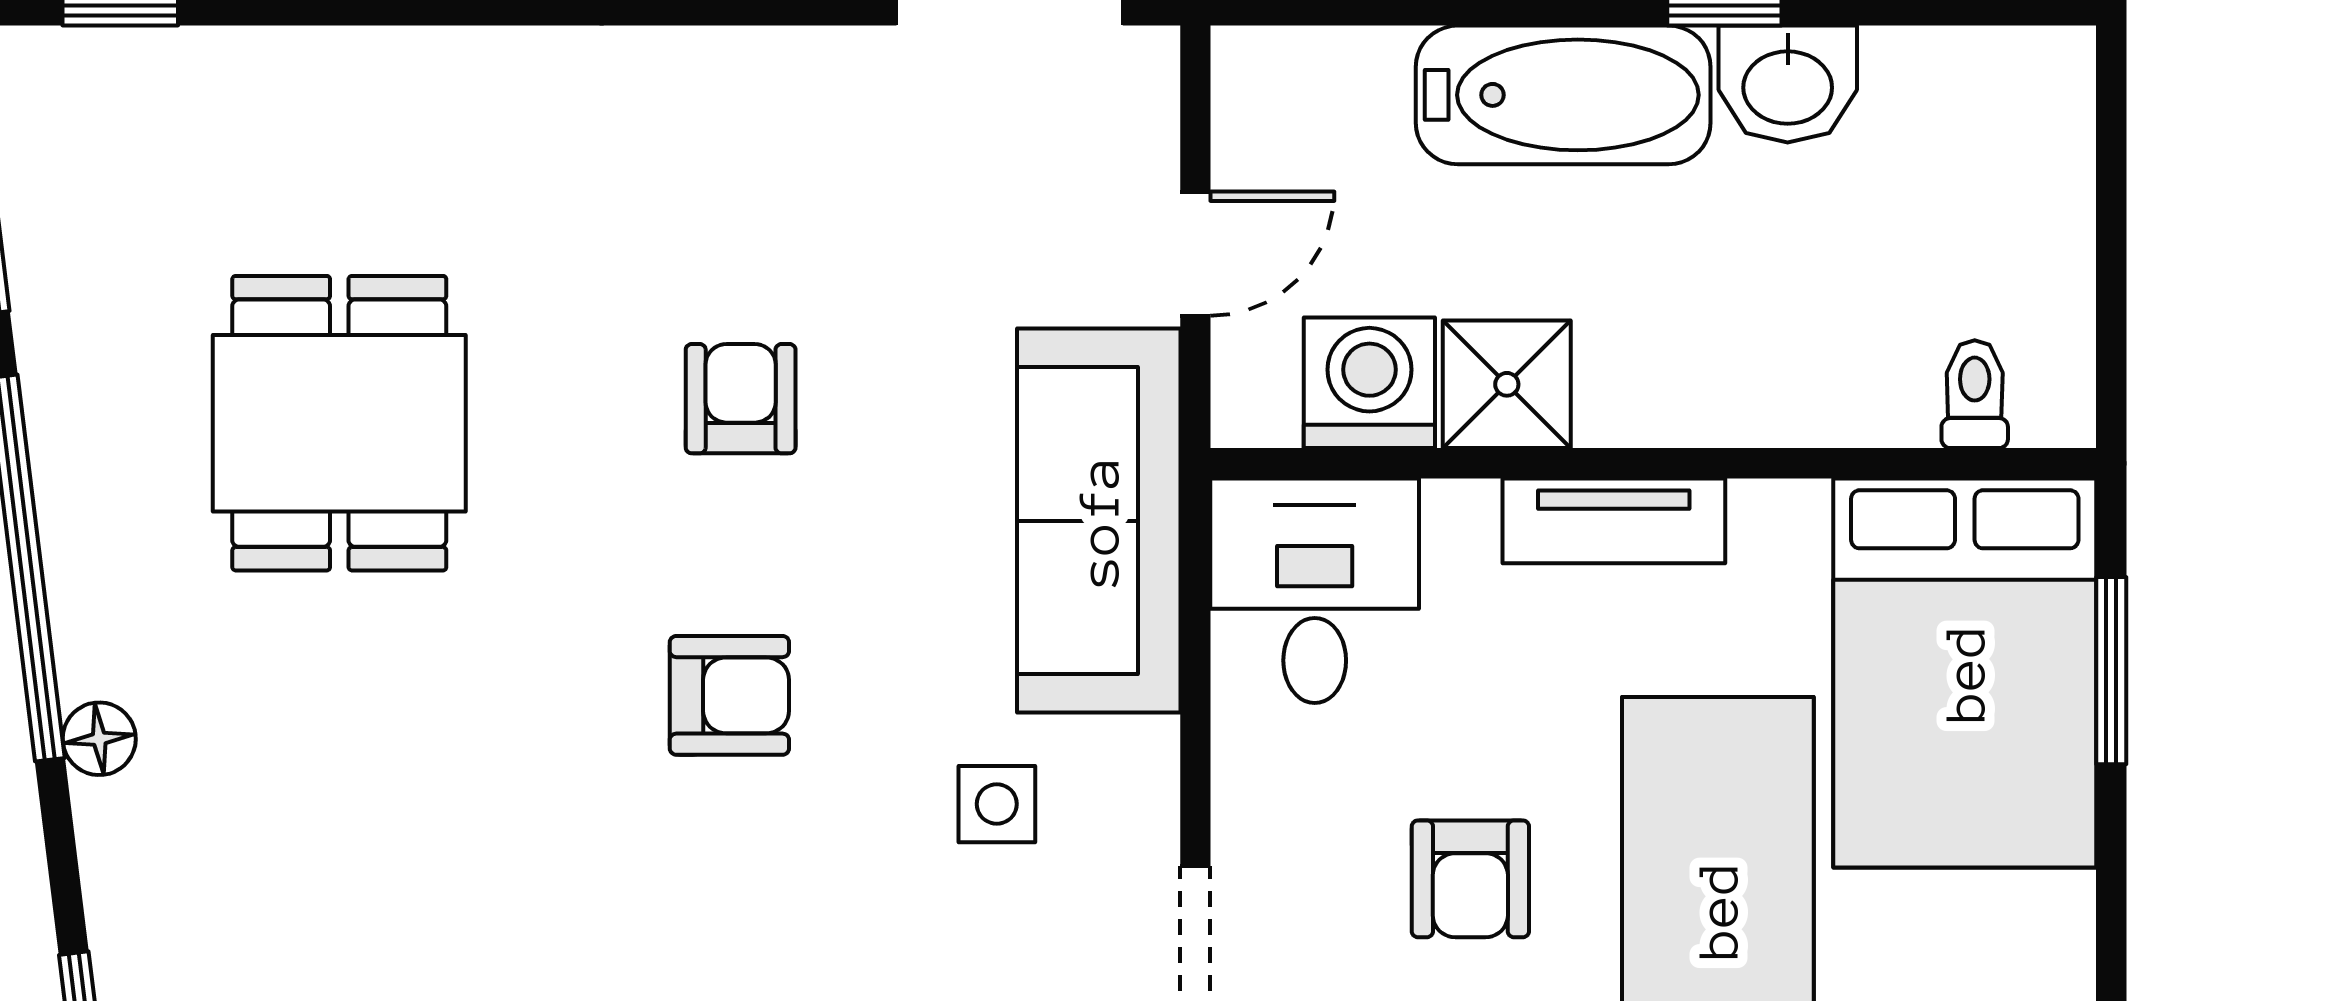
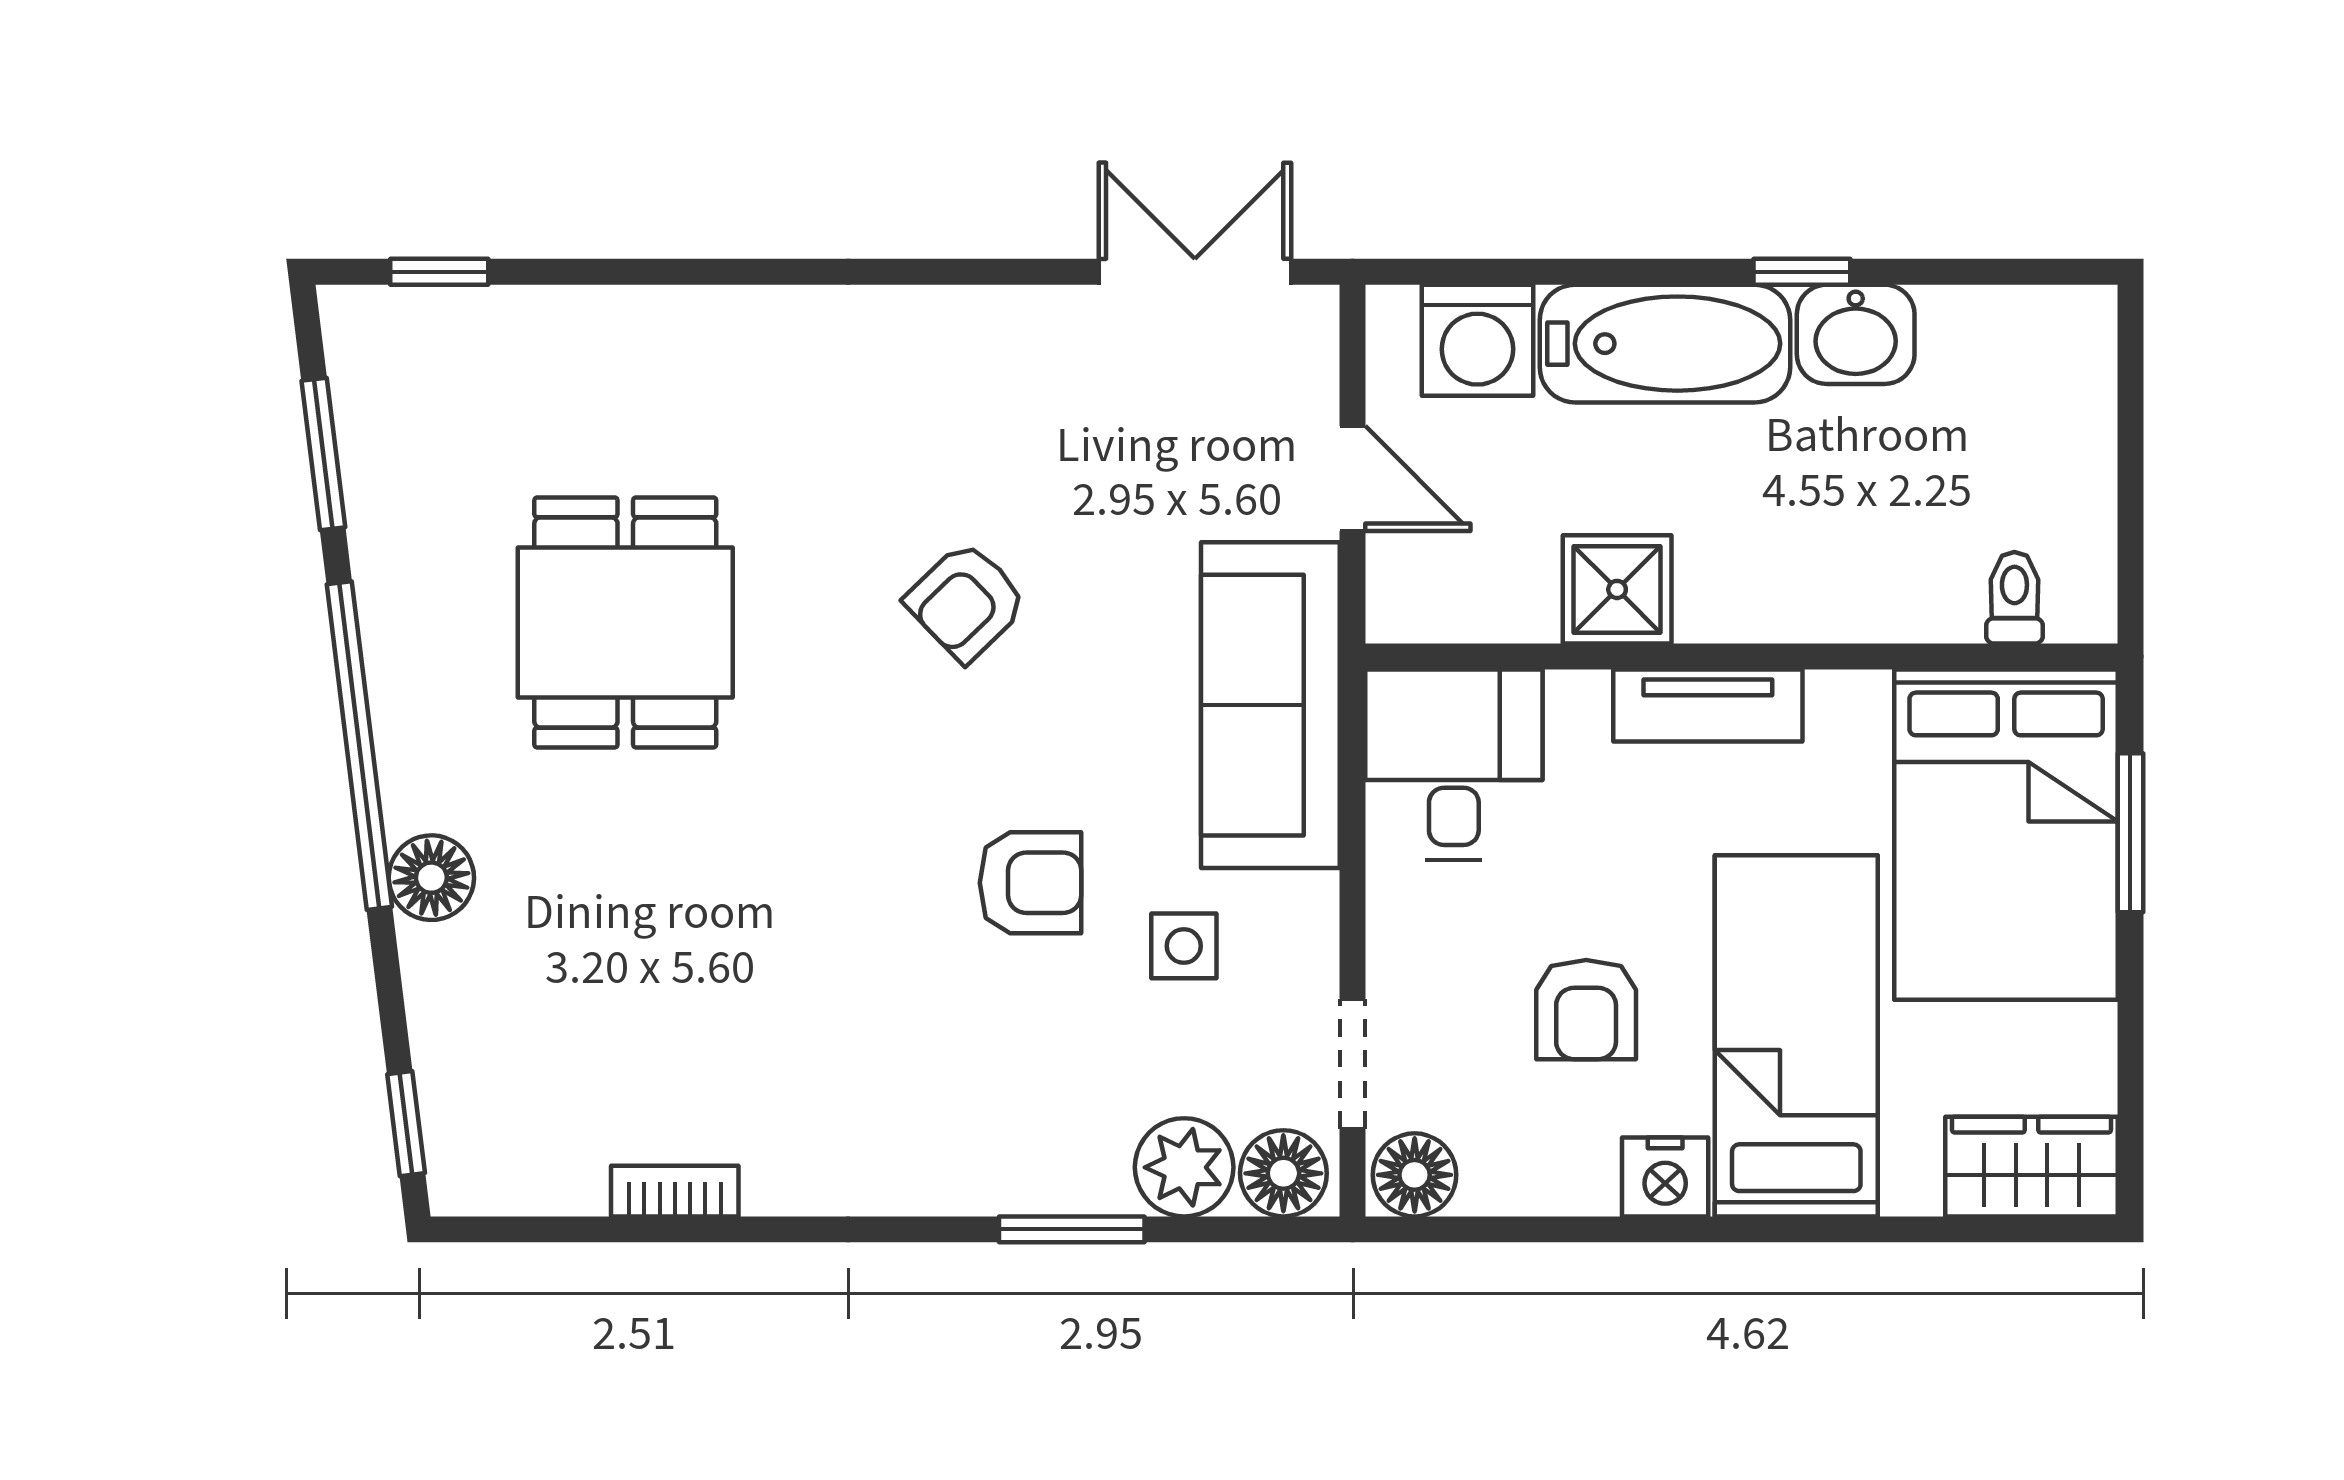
door: (1195, 254) -> (1352, 478), hinge flipped
washing machine: (1369, 383) -> (1477, 340), moved, turned 180
armchair: (741, 399) -> (966, 602), turned -134
armchair: (729, 695) -> (1030, 883), moved
floor lamp: (99, 739) -> (431, 878), width x1.37, depth x1.37

